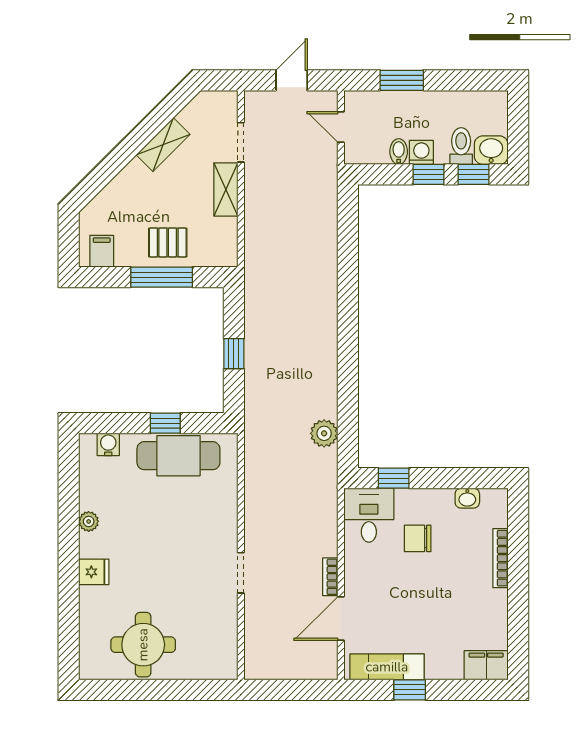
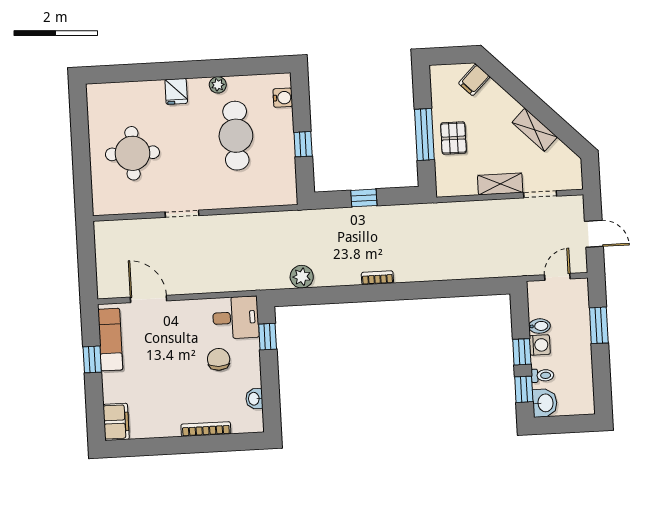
toilet: (461, 146) -> (542, 375), width x0.73, depth x0.72
filing cabinet: (102, 251) -> (474, 80), moved, turned 135
cafe table: (178, 456) -> (236, 136), moved
bookcase: (330, 577) -> (377, 278), moved
round table: (143, 645) -> (132, 153), moved

